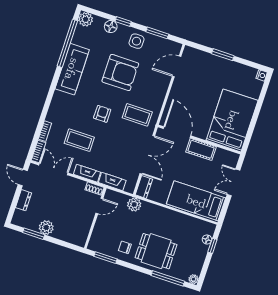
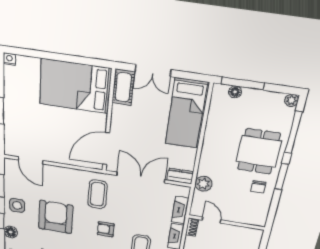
cot: (201, 149) -> (123, 87), moved
window: (212, 246) -> (243, 83), width x2.17
window: (105, 258) -> (282, 177), moved

